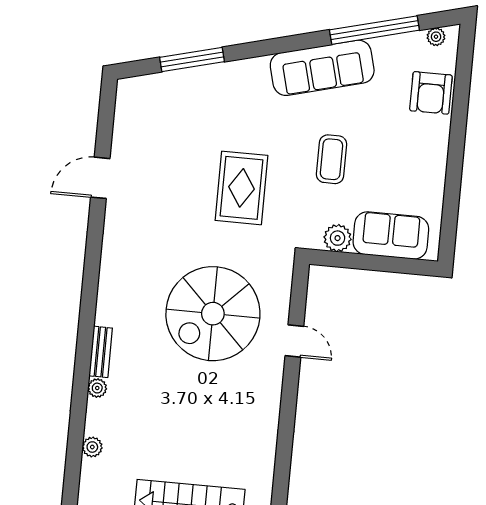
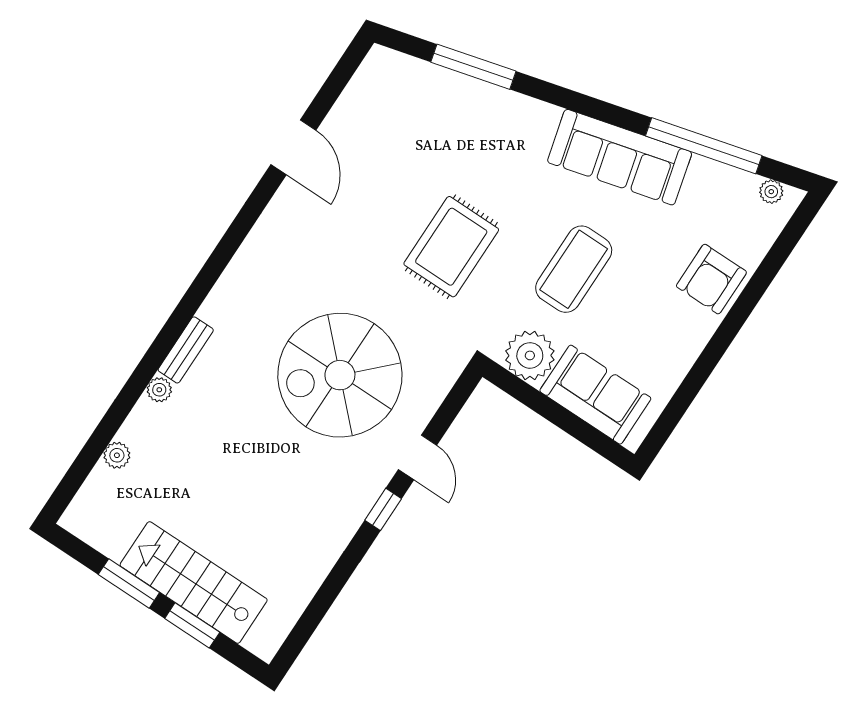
armchair: (431, 93) -> (711, 279), moved
coffee table: (331, 159) -> (574, 269), width x1.36, depth x1.32
door: (100, 178) -> (293, 147), swing flipped
plant: (338, 238) -> (530, 355), width x1.36, depth x1.36
window: (290, 388) -> (383, 509), added

